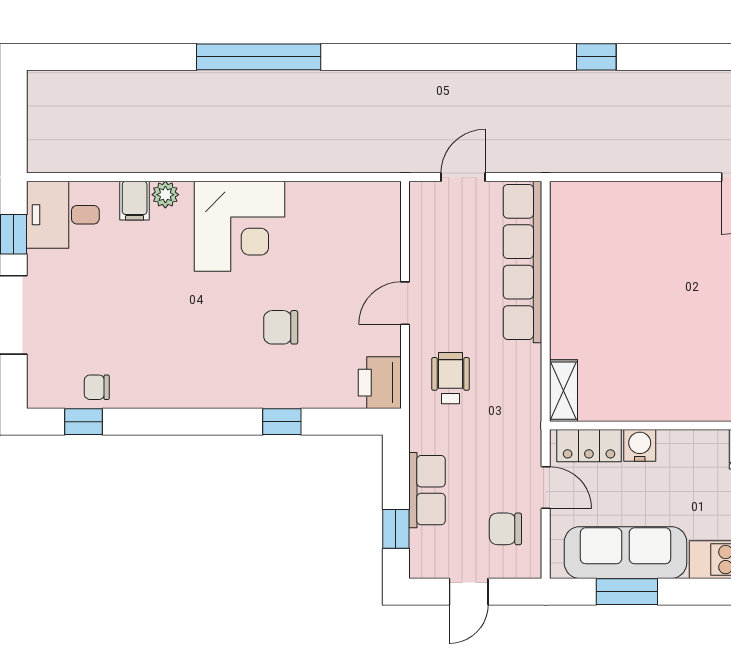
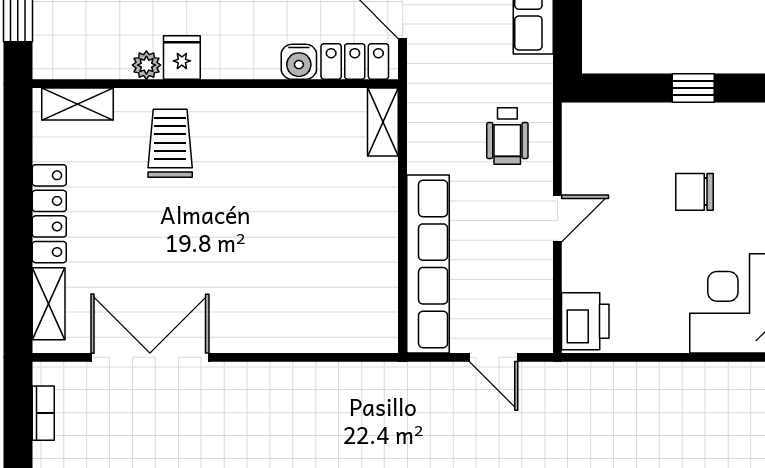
door: (463, 177) -> (494, 357), hinge flipped
chair: (281, 327) -> (694, 192), turned 180
printer: (380, 383) -> (585, 321), moved

